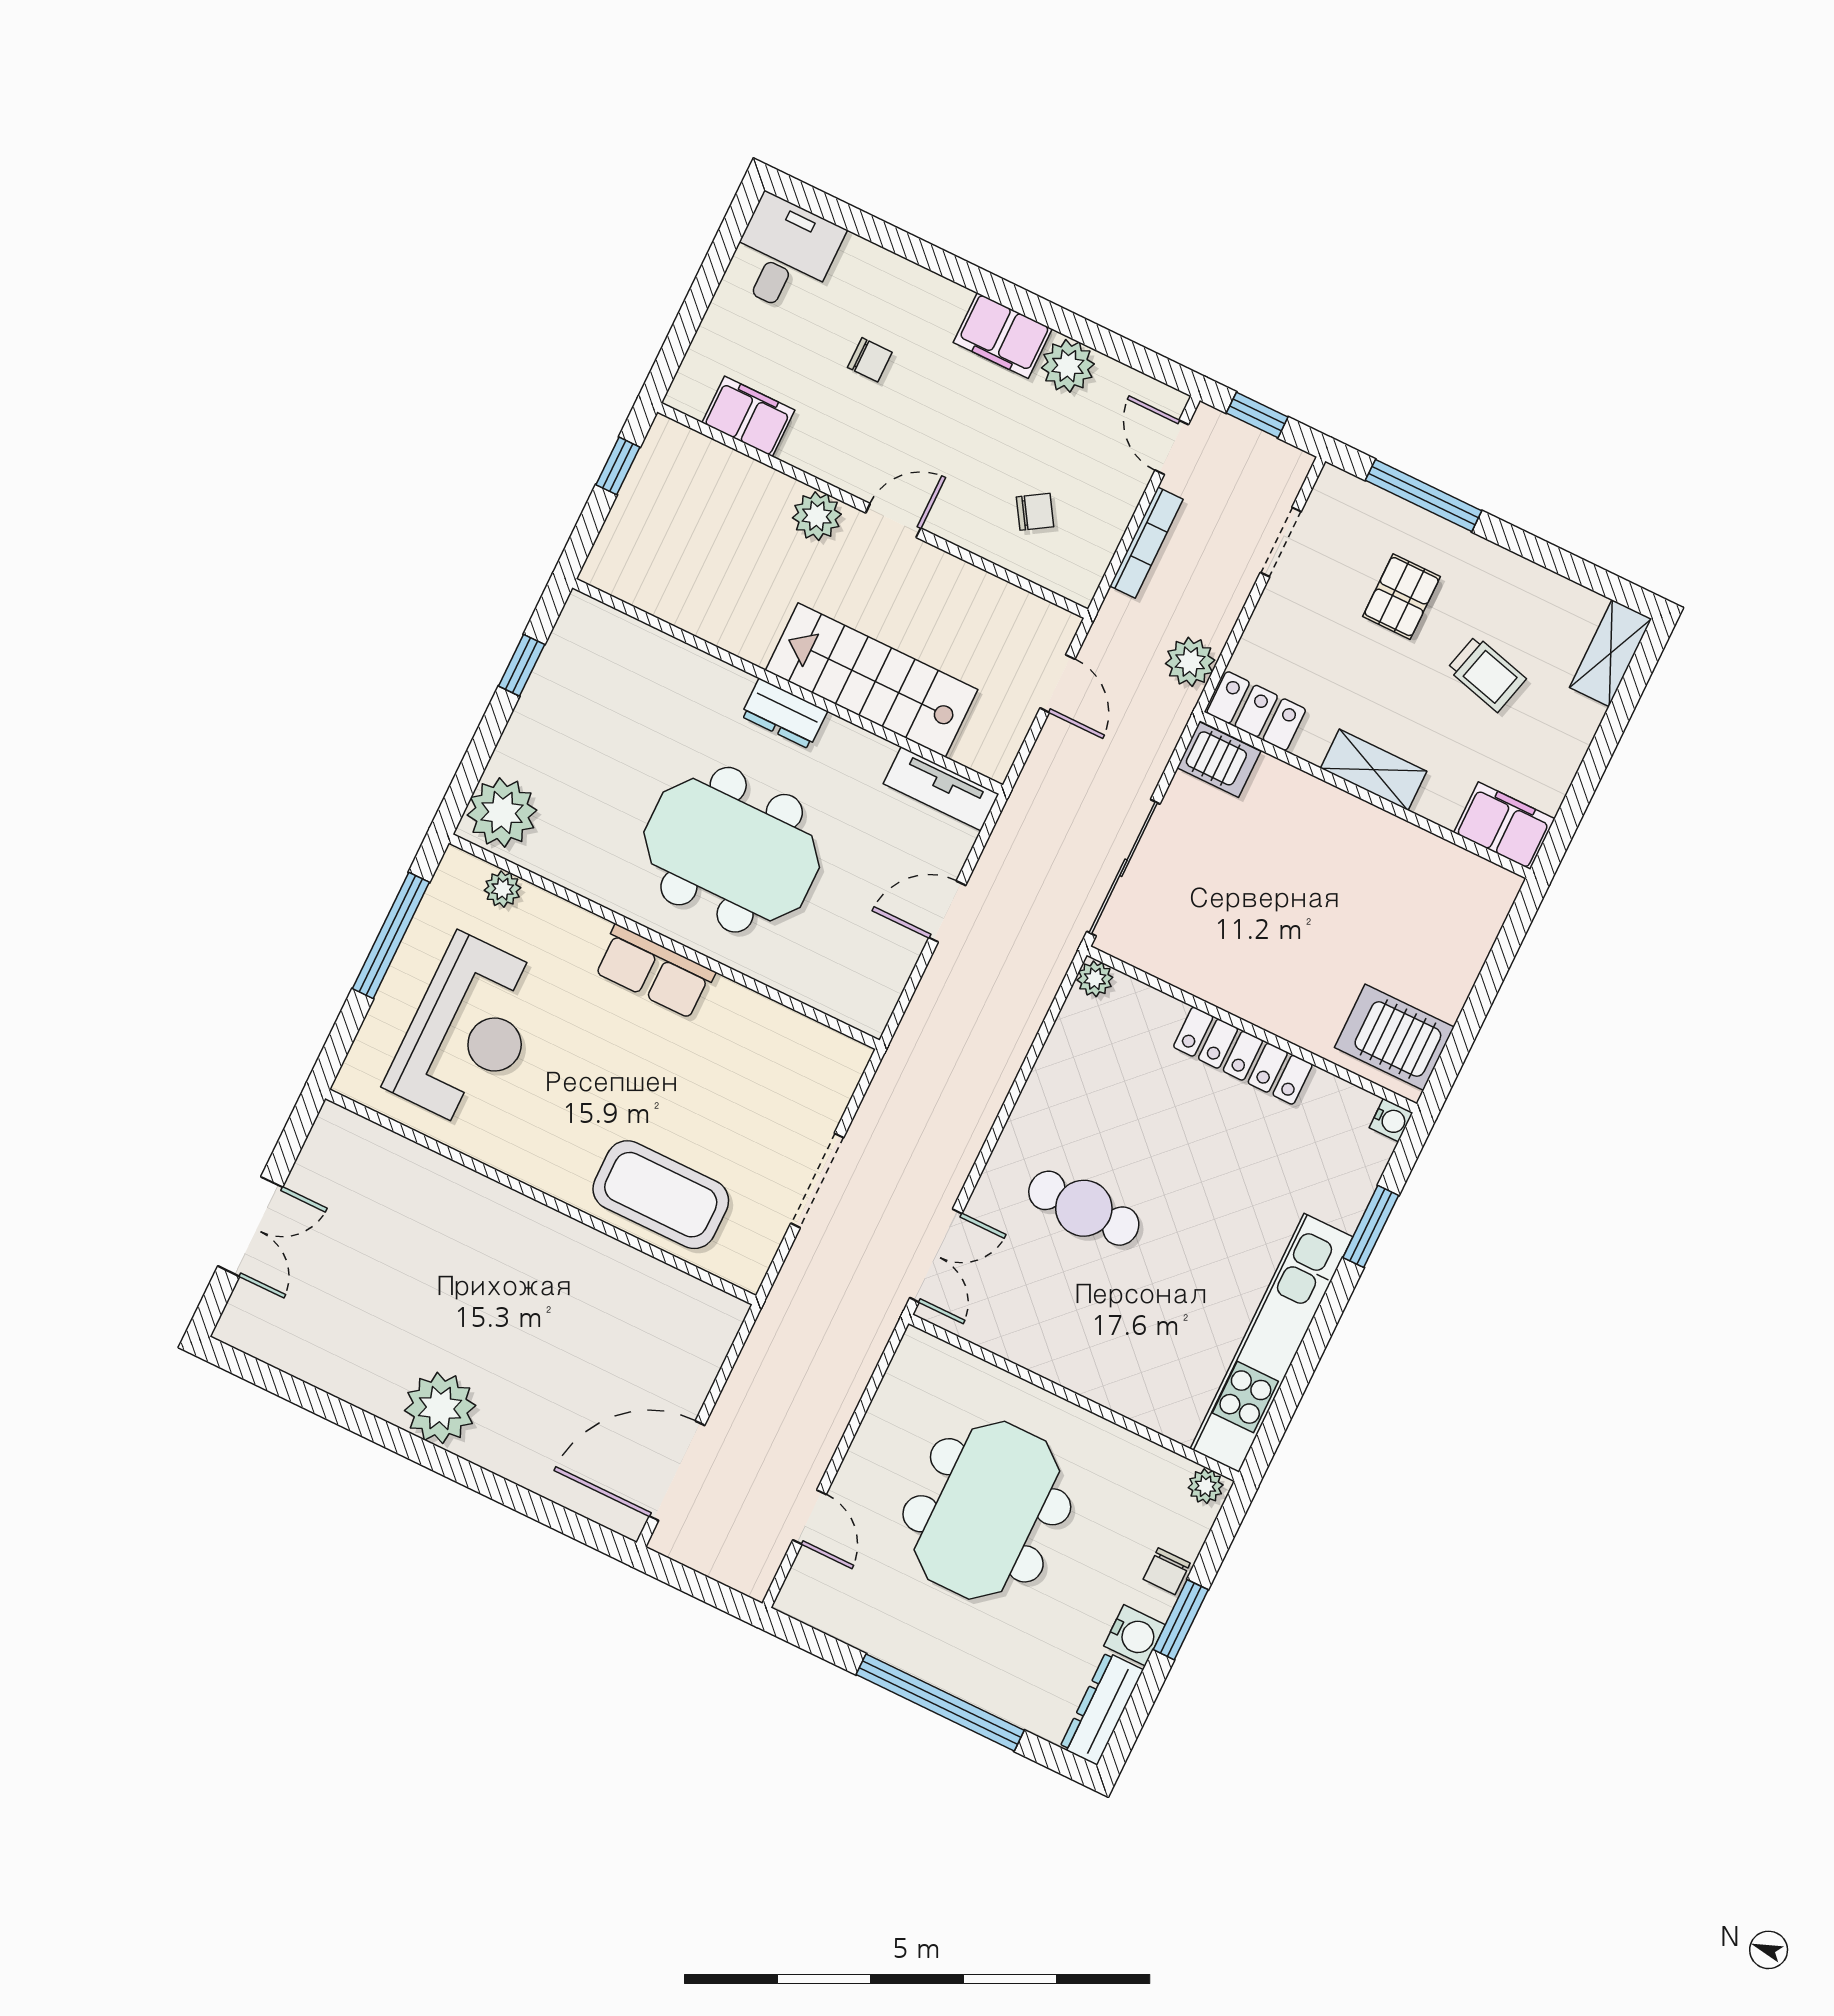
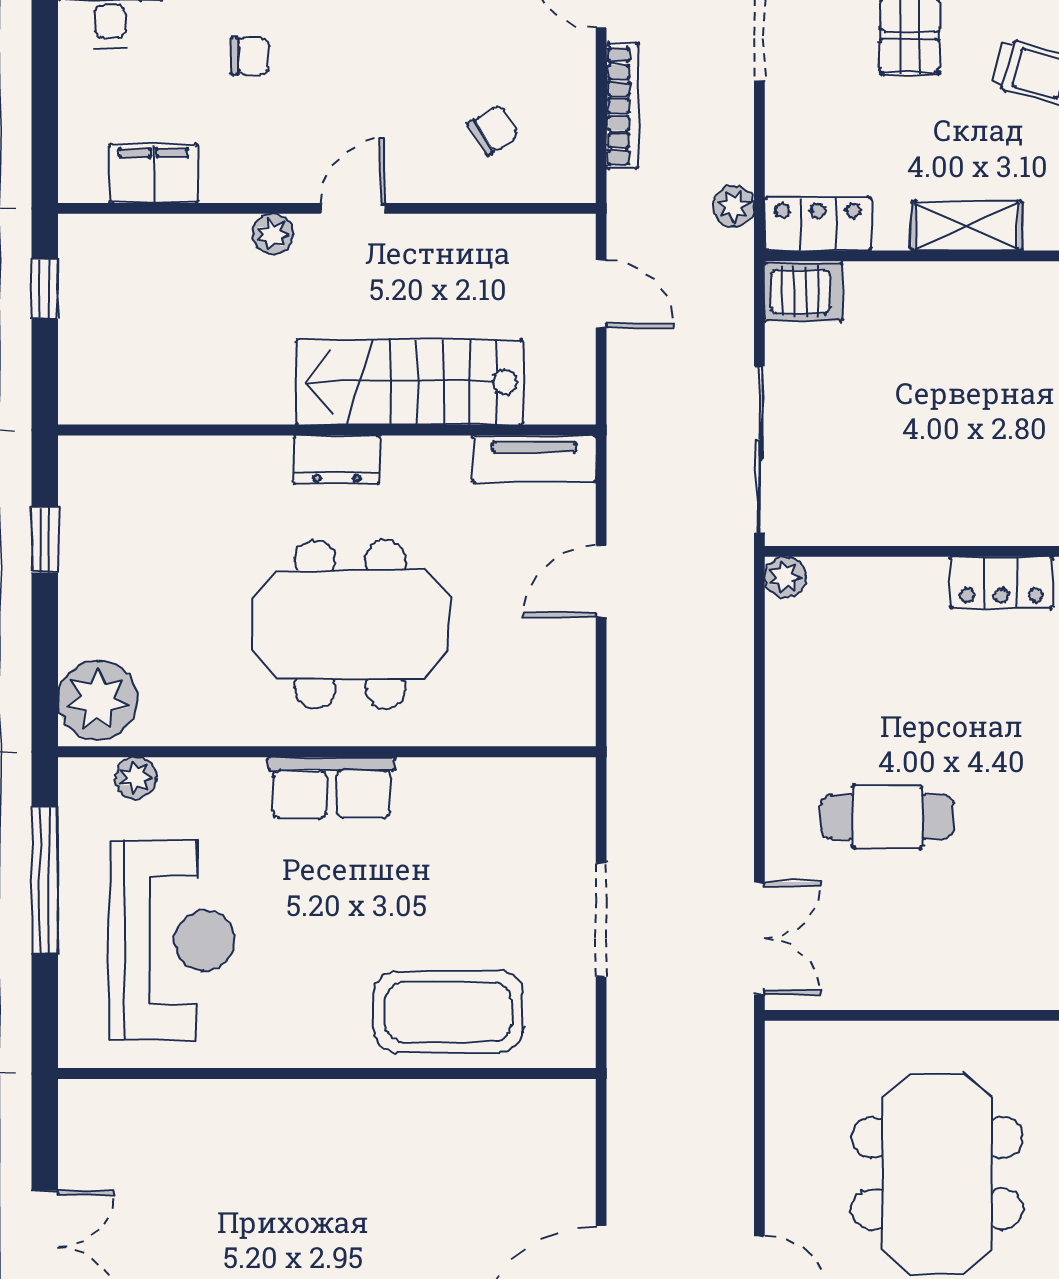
plant: (817, 516) -> (273, 234), width x0.73, depth x0.73
plant: (1190, 662) -> (734, 206), width x0.73, depth x0.73
locker: (1243, 1056) -> (1001, 582), width x0.66

